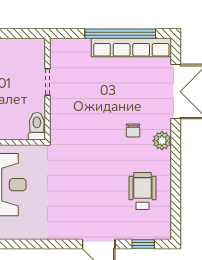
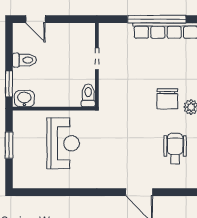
chair: (133, 130) -> (167, 99), width x1.87, depth x1.87
window: (143, 244) -> (176, 192), removed

